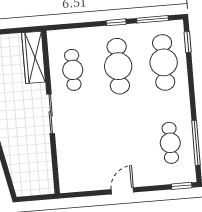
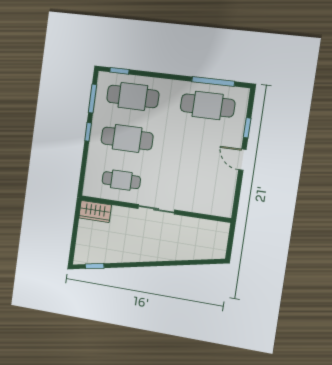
wardrobe: (34, 57) -> (95, 211), width x0.67
cafe table: (170, 143) -> (208, 105), width x1.37, depth x1.35
window: (182, 186) -> (247, 128), moved

